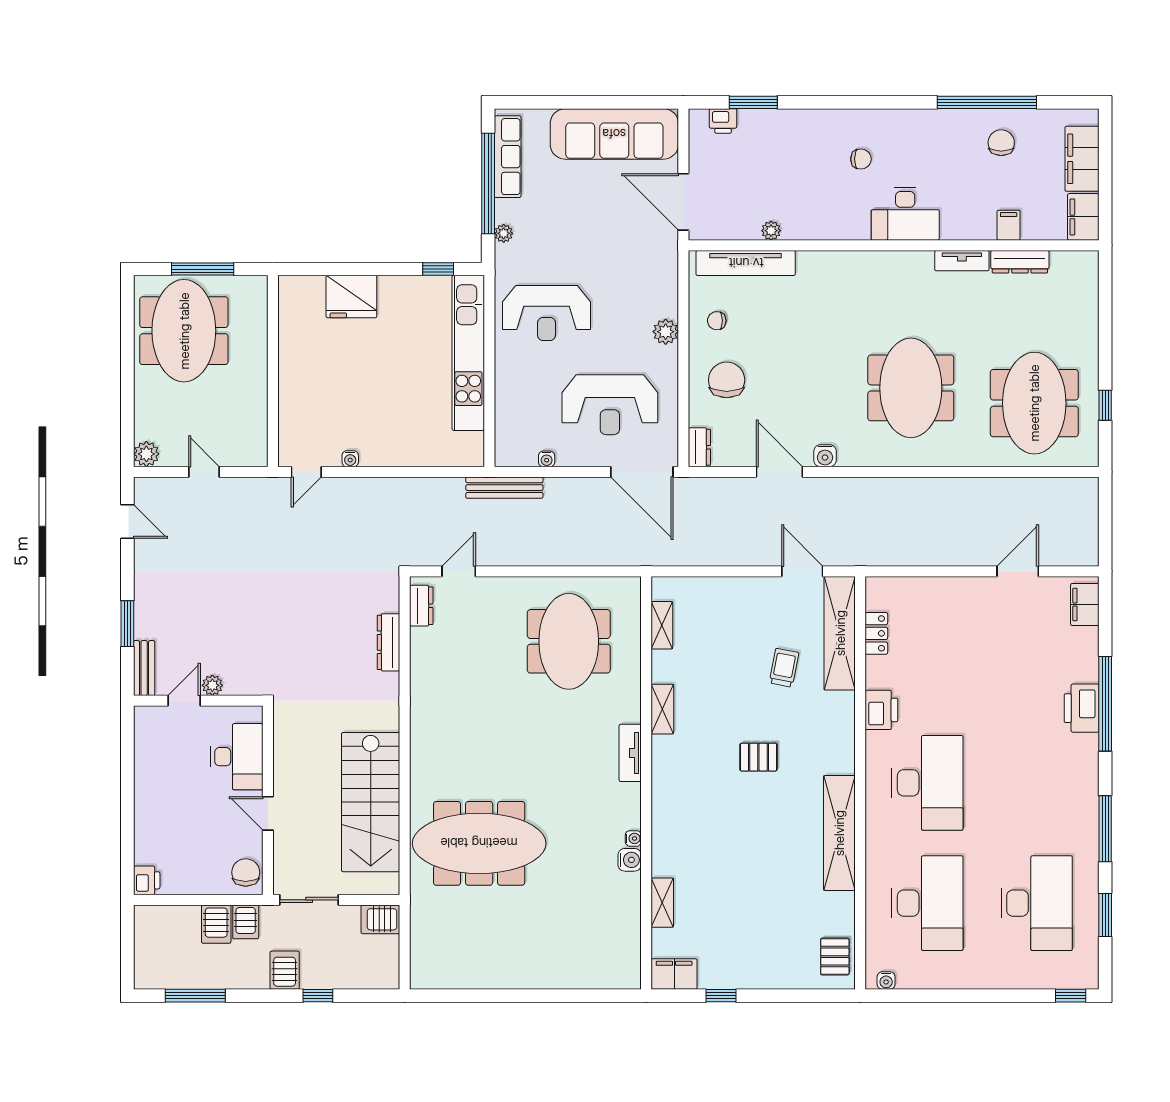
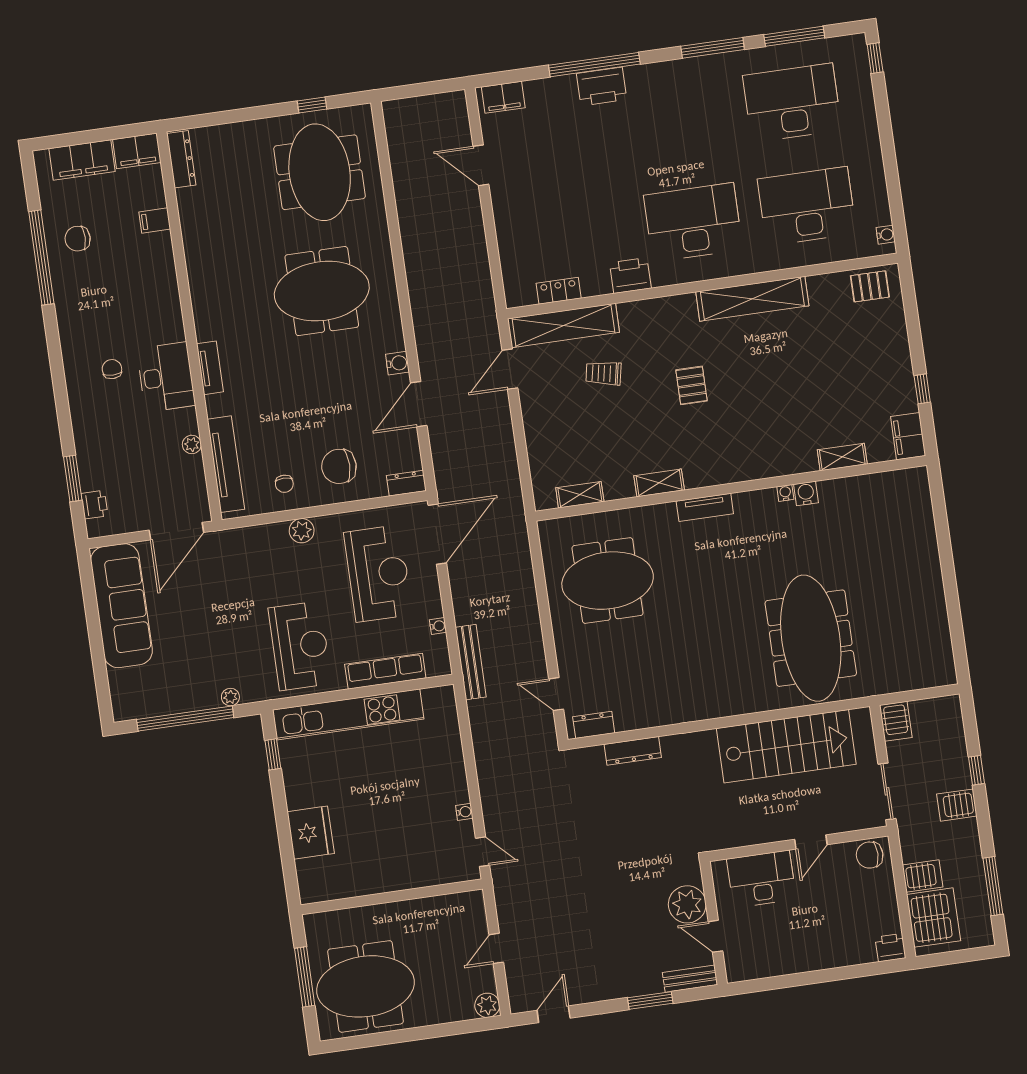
row of seats: (508, 157) -> (385, 671), moved
desk: (905, 214) -> (166, 377), moved
tv unit: (962, 261) -> (210, 368), moved
dresser: (1020, 262) -> (181, 159), moved
meeting table: (1034, 403) -> (320, 172), turned 90
plant: (212, 685) -> (687, 904), width x1.87, depth x1.87
window: (1105, 915) -> (794, 36), width x1.44
server rack: (246, 922) -> (933, 918), moved, width x2.18, depth x1.44

